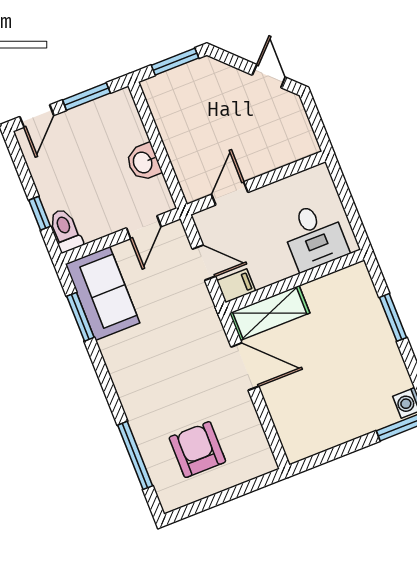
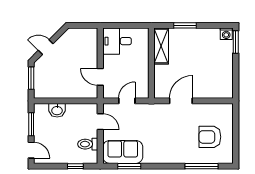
door: (269, 76) -> (46, 47), moved
washbasin: (143, 162) -> (57, 110), moved
toilet: (65, 230) -> (88, 144), moved
desk: (314, 236) -> (117, 41), moved, turned 180
filing cabinet: (236, 286) -> (143, 90), removed
shelving: (270, 313) -> (161, 46), moved

